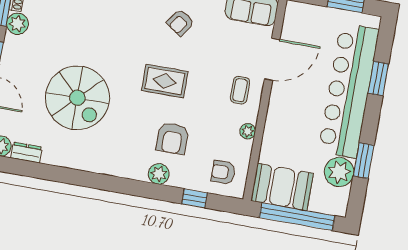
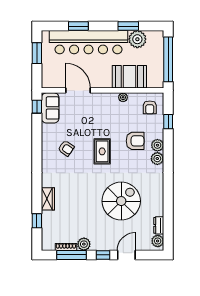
coffee table: (240, 90) -> (100, 106), removed
plant: (137, 170) -> (157, 159), added
booth: (282, 187) -> (129, 77), moved, turned 90

